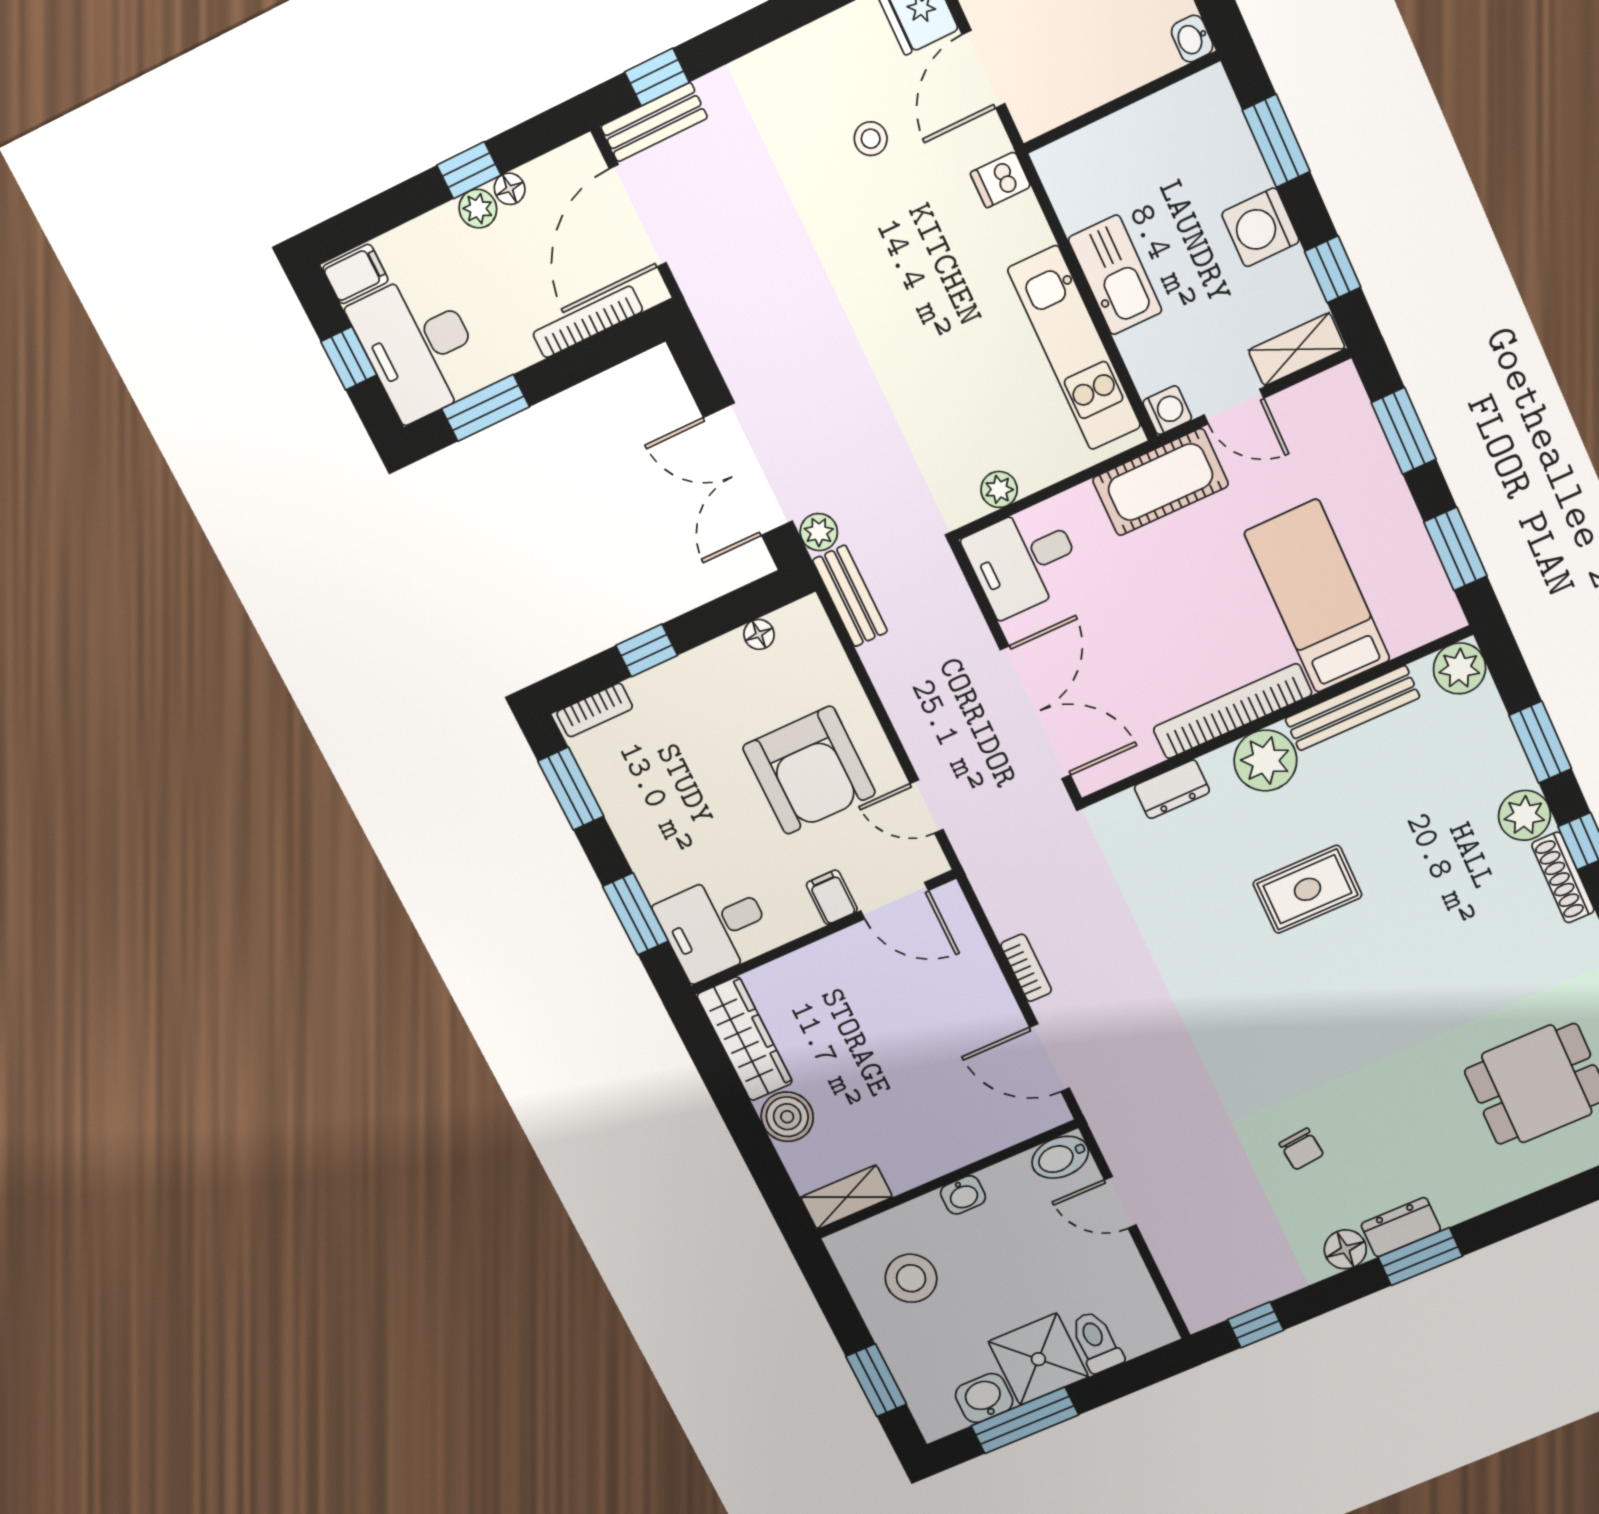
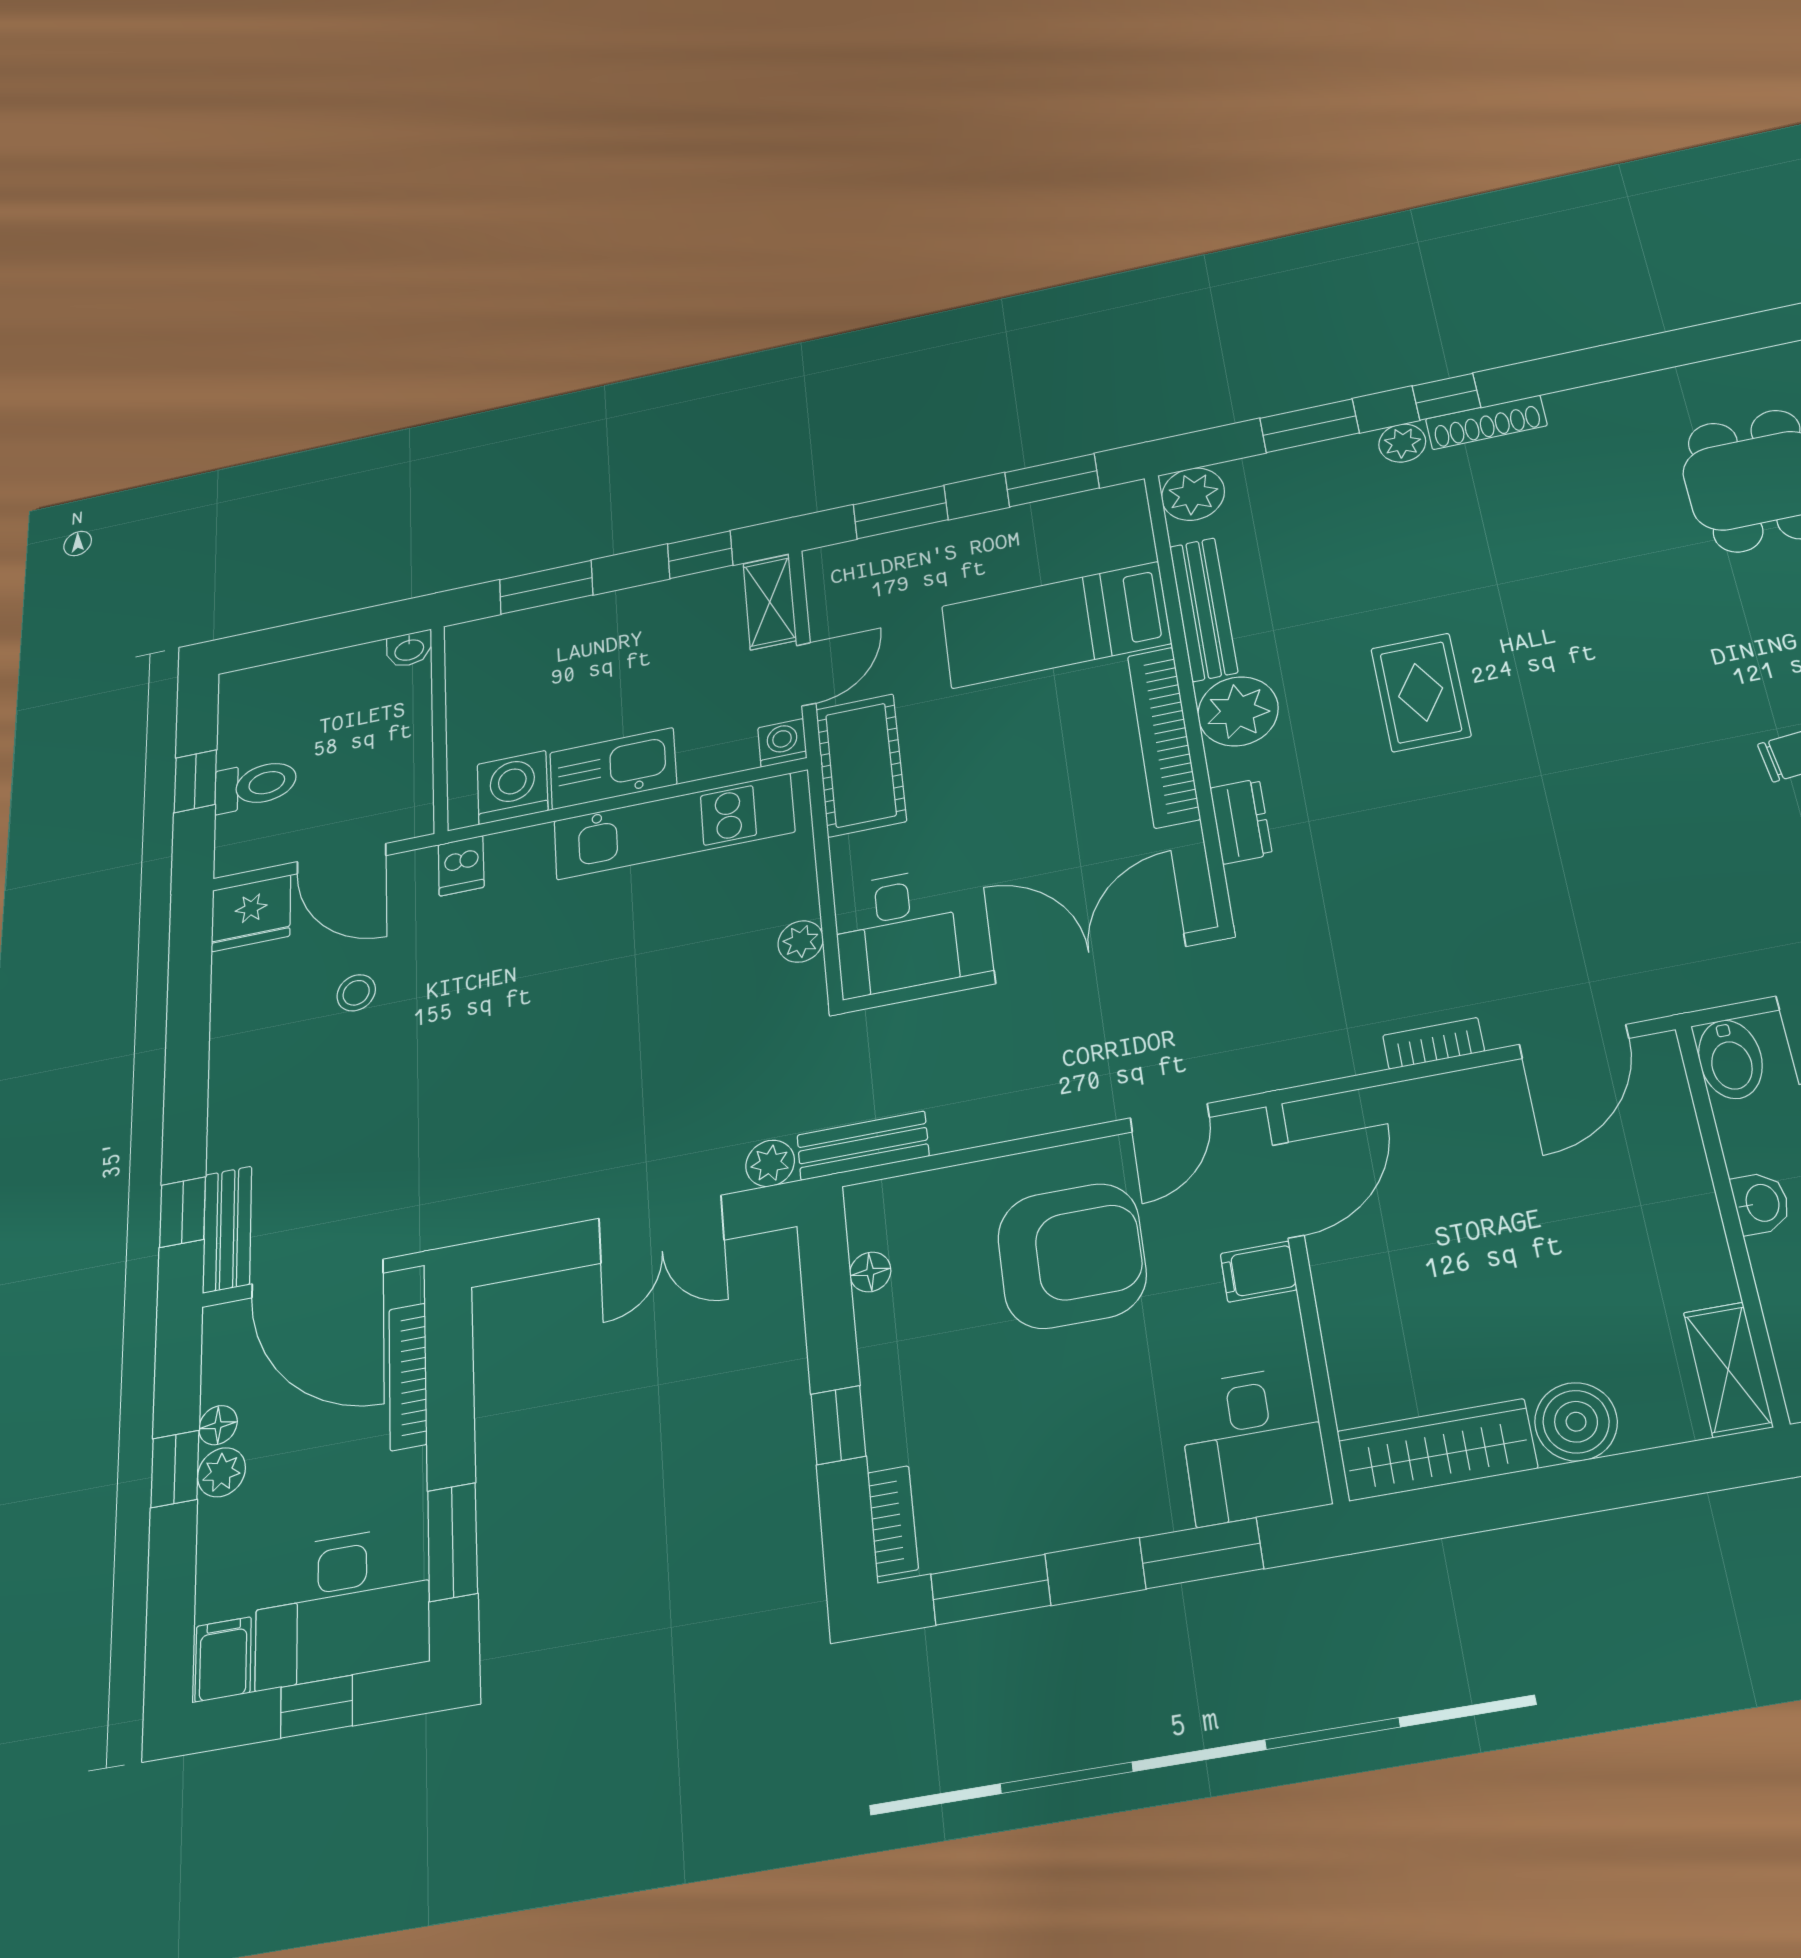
washing machine: (1260, 227) -> (512, 787), moved, turned 180
double door: (748, 469) -> (661, 1229), width x0.73
plant: (1524, 815) -> (1402, 443), width x0.73, depth x0.73

